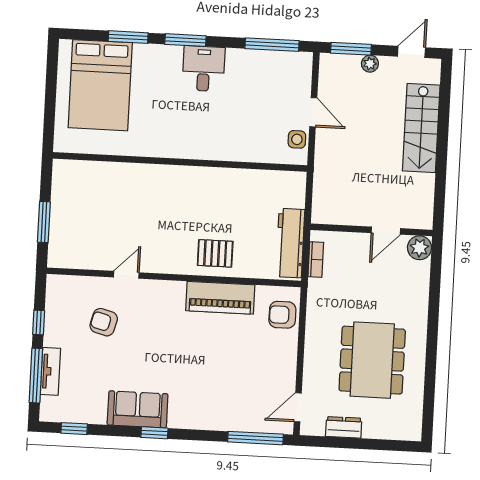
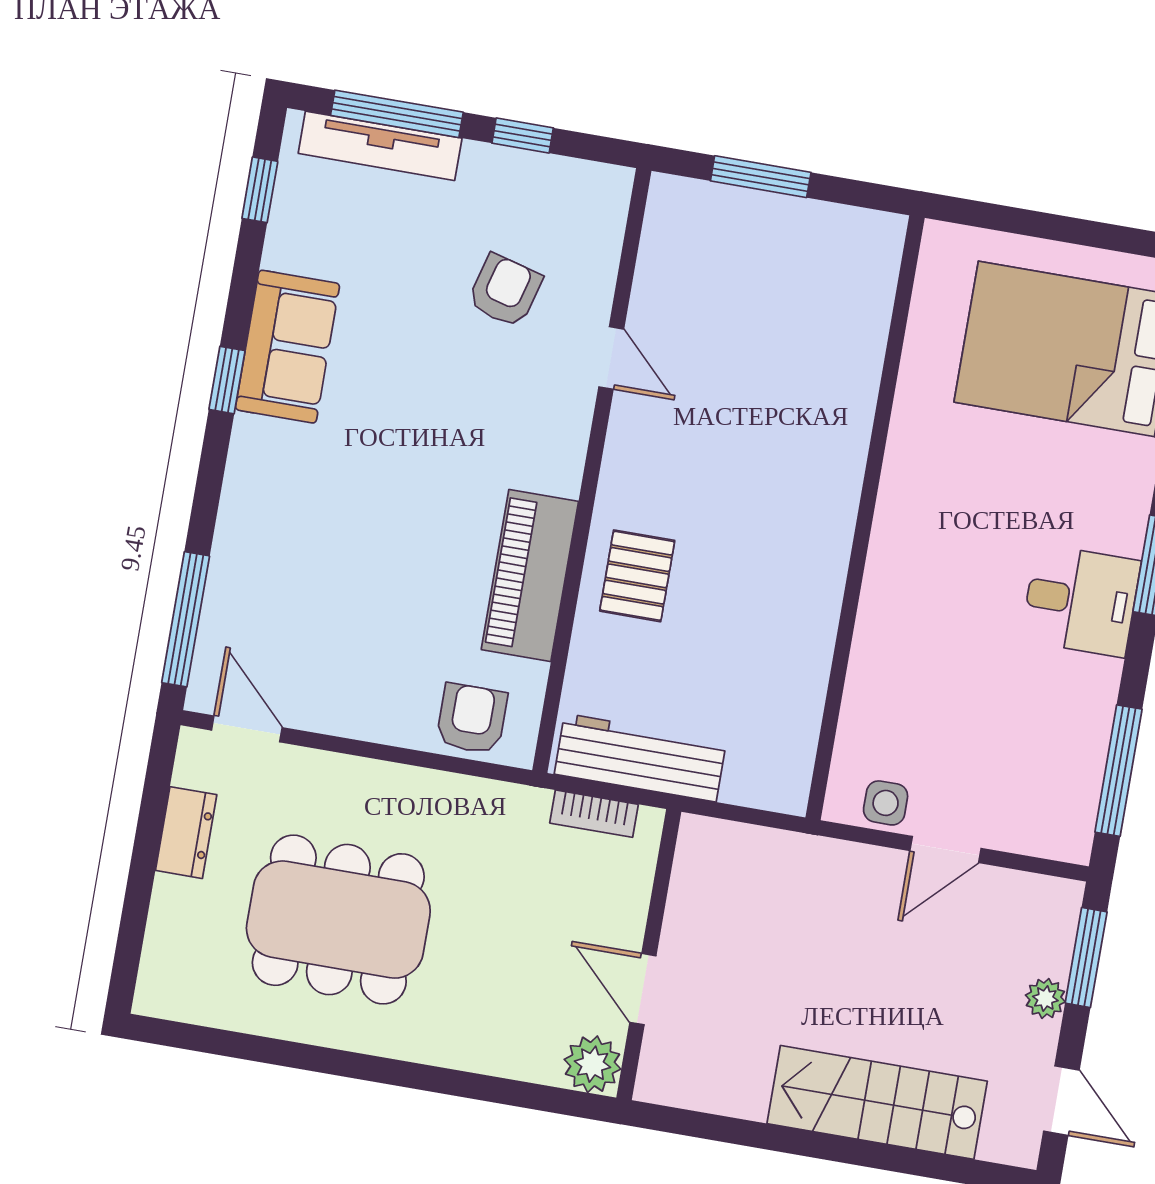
tv unit: (50, 371) -> (380, 146), width x1.41

